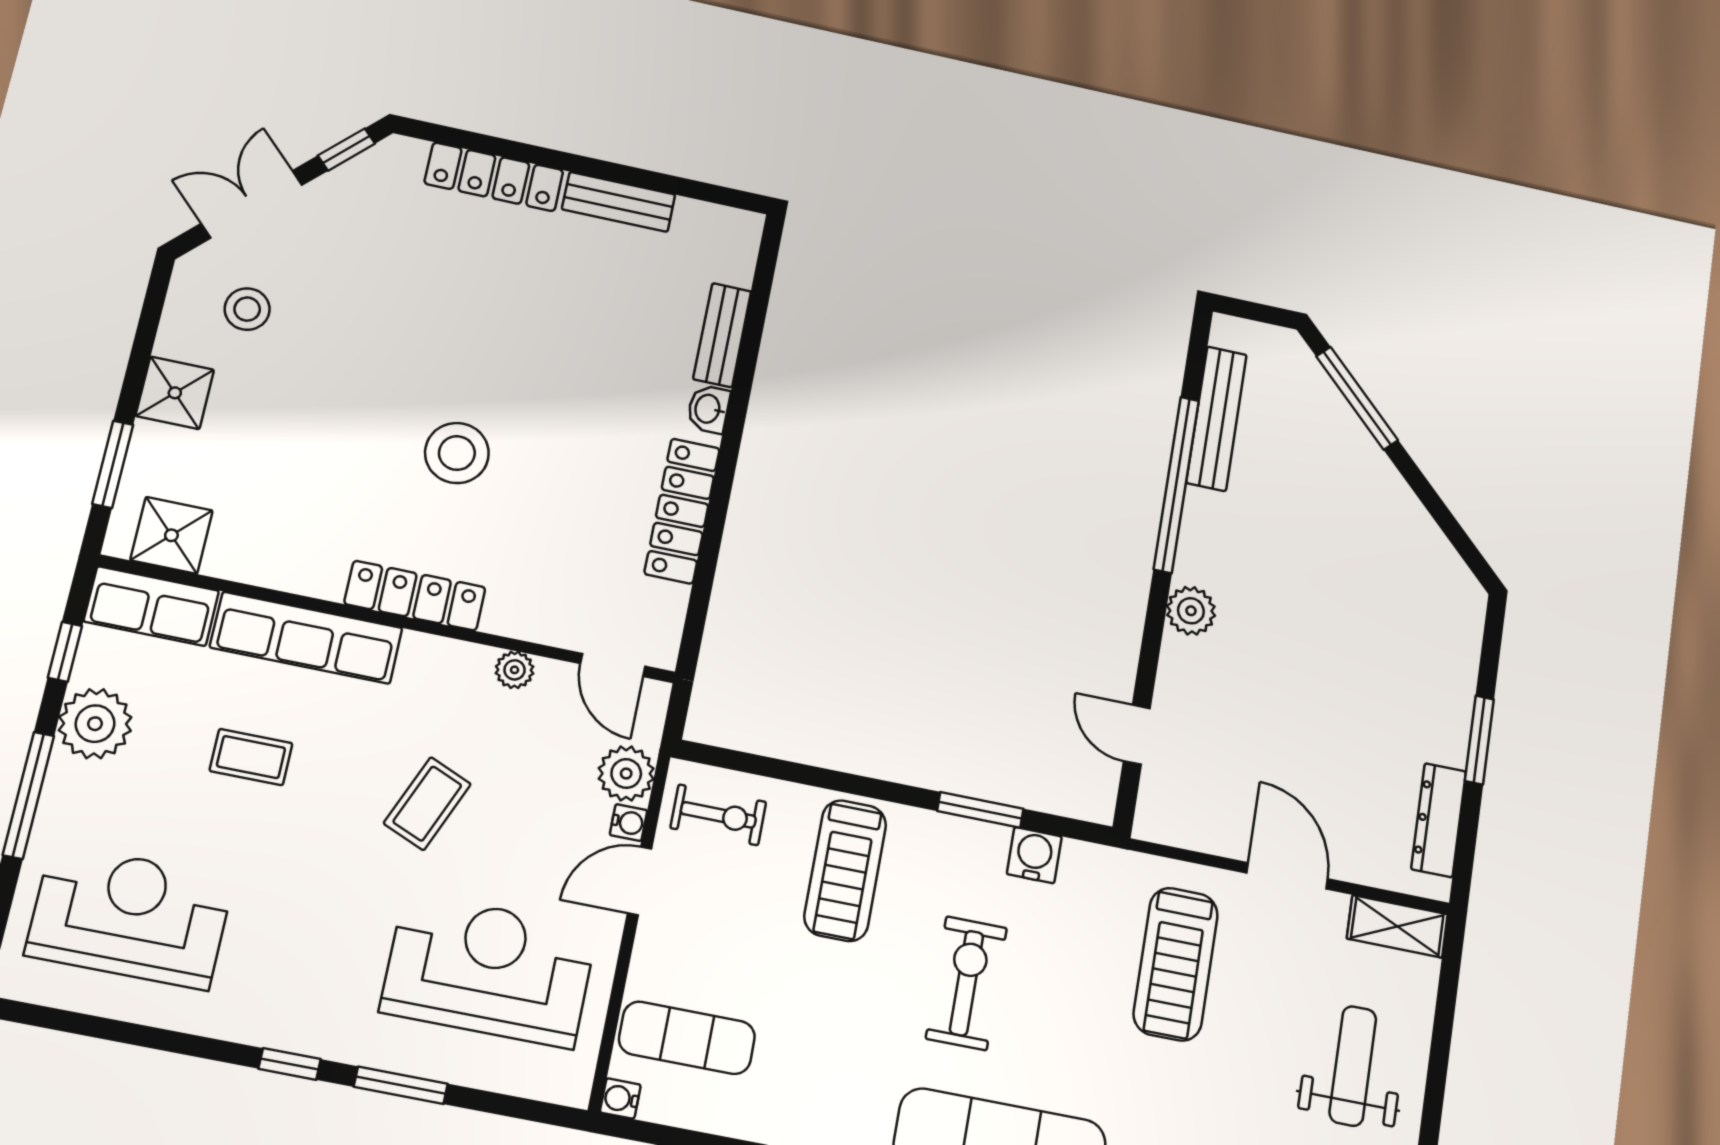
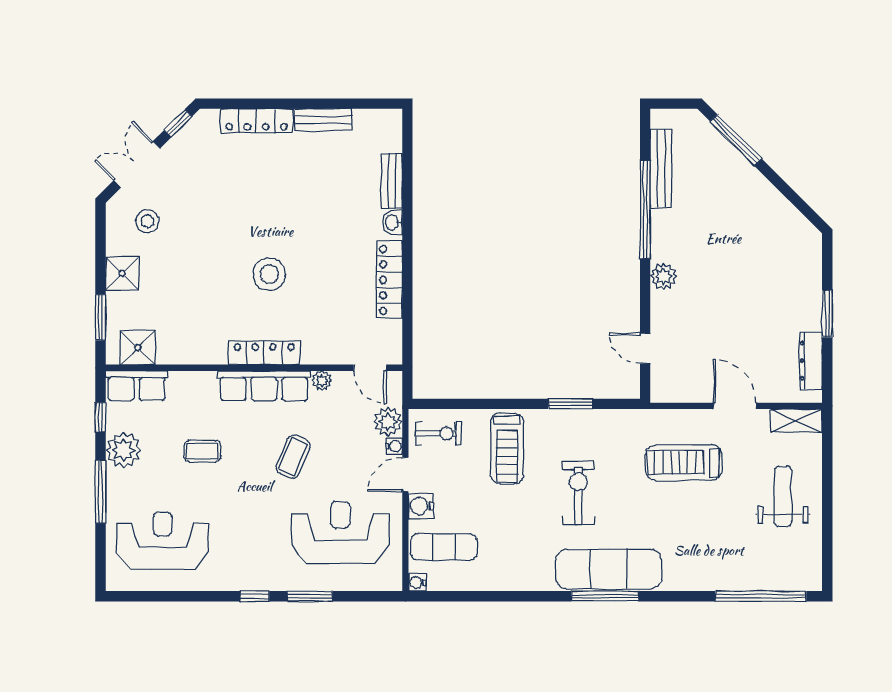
row of seats: (306, 638) -> (264, 386), moved
water cooler: (1034, 855) -> (421, 506), moved, turned -90
treadmill: (1176, 964) -> (684, 463), turned 90

